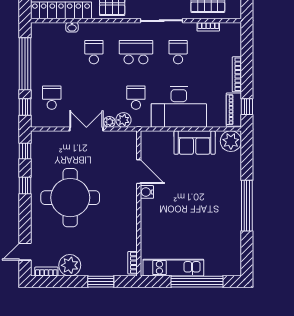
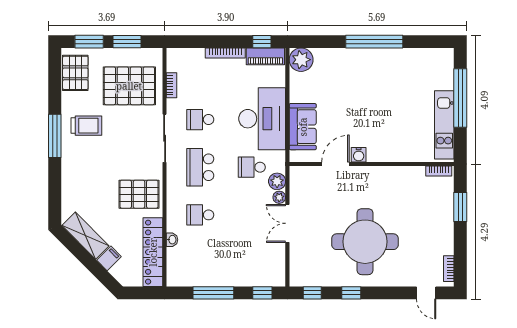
window: (25, 64) -> (213, 293), width x0.68
school desk: (52, 98) -> (252, 263), removed
sofa: (195, 143) -> (303, 127), moved
plant: (70, 265) -> (442, 242), removed

